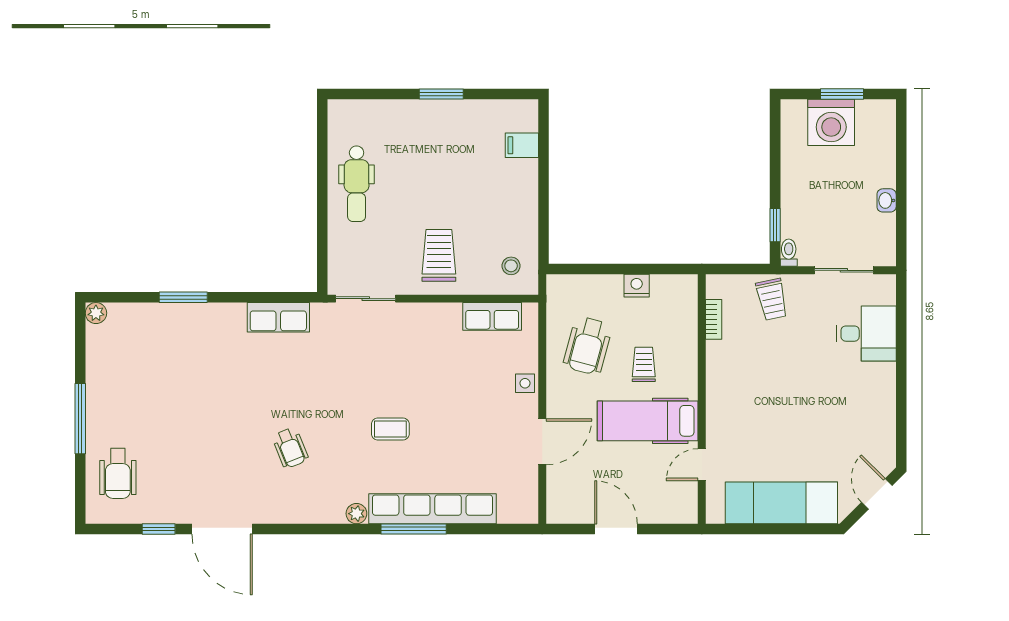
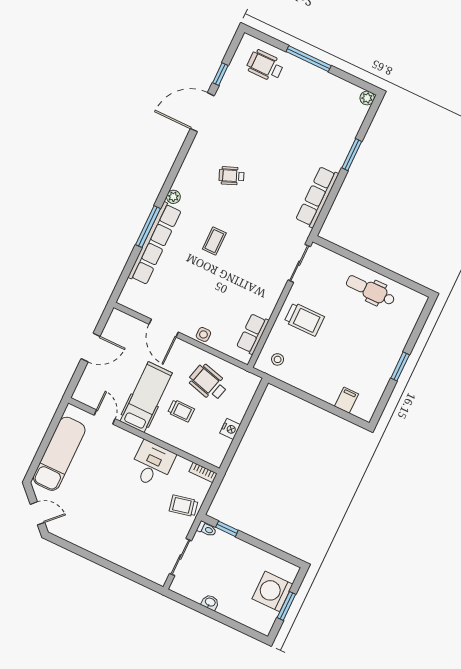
row of seats: (278, 317) -> (317, 197), width x1.48
bookcase: (714, 319) -> (203, 472), moved
desk: (866, 334) -> (152, 464), moved, turned 180

